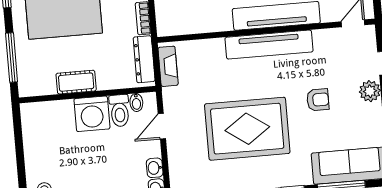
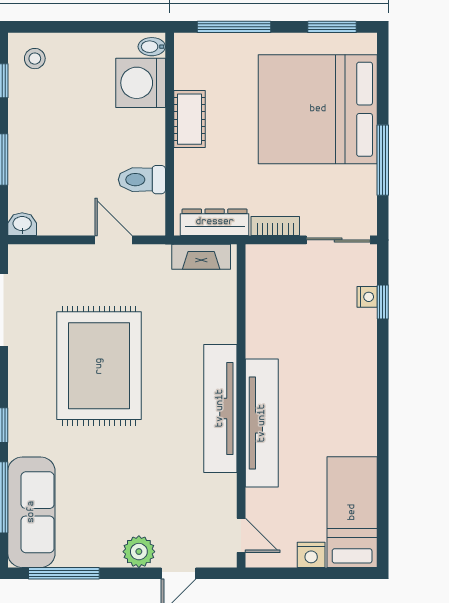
armchair: (318, 100) -> (133, 473), removed
bidet: (136, 102) -> (152, 47), moved
washing machine: (92, 114) -> (141, 83), moved
washbasin: (155, 168) -> (53, 224), removed

